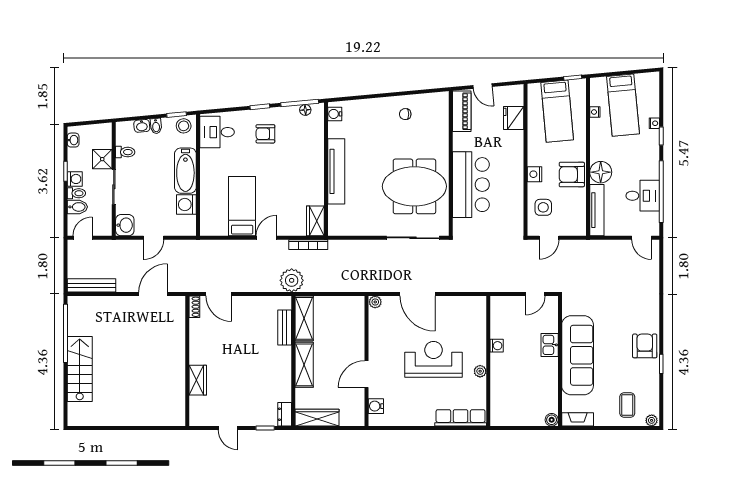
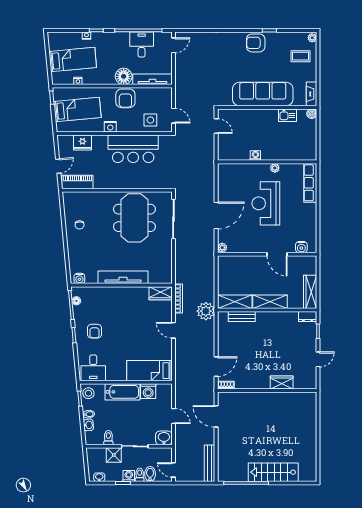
nightstand: (535, 174) -> (110, 127), moved
bar counter: (471, 185) -> (133, 149), moved, turned 180
bed: (242, 206) -> (149, 371), moved
kitchen sink: (550, 345) -> (287, 115), moved

